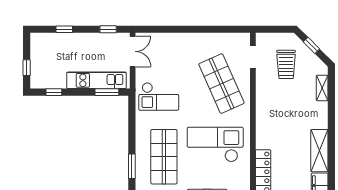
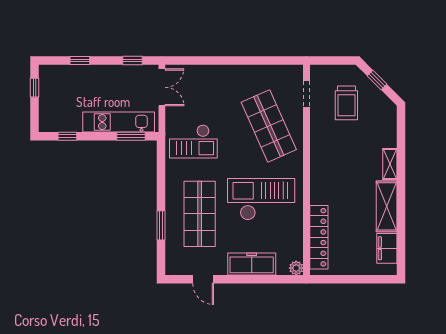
window: (27, 68) -> (35, 88), moved
shelving: (322, 88) -> (390, 164), moved

